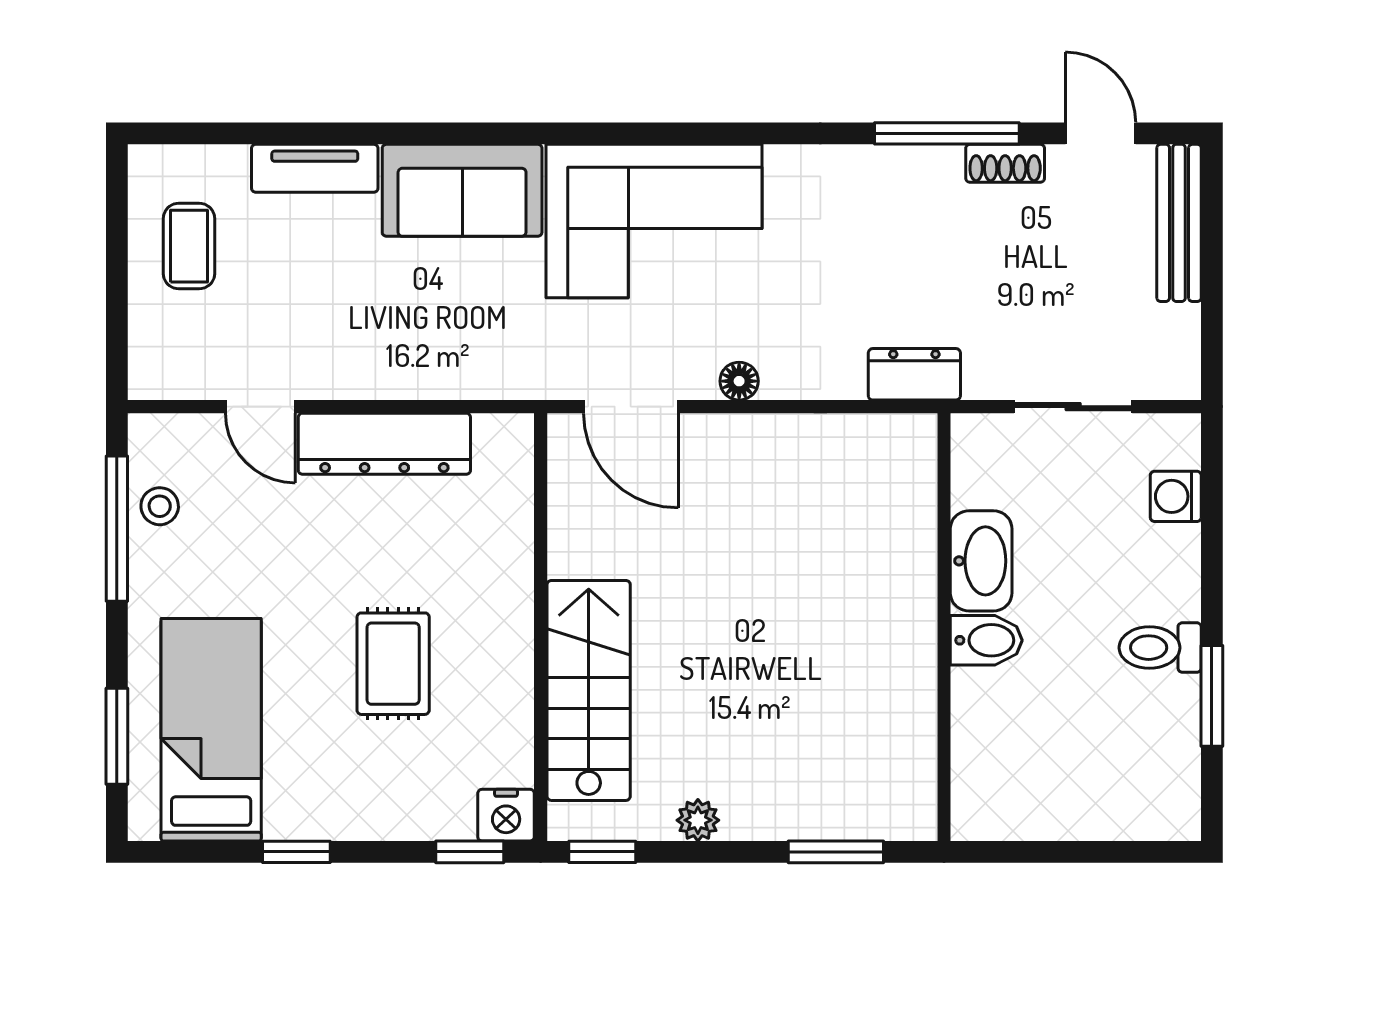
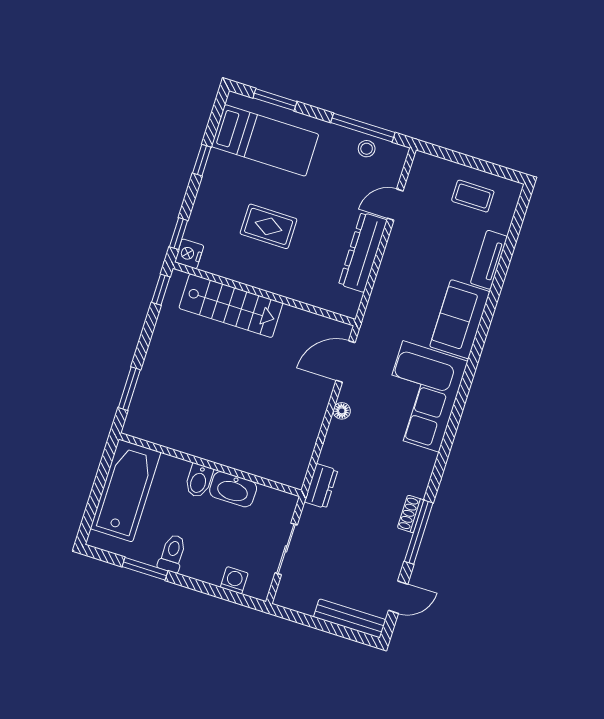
shoe rack: (1005, 163) -> (411, 514), moved
bathtub: (1057, 791) -> (125, 490), added
plant: (698, 820) -> (161, 334), removed

